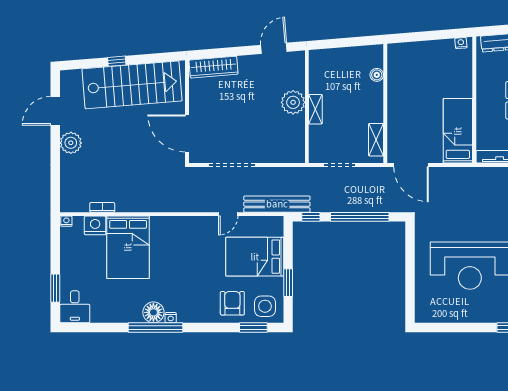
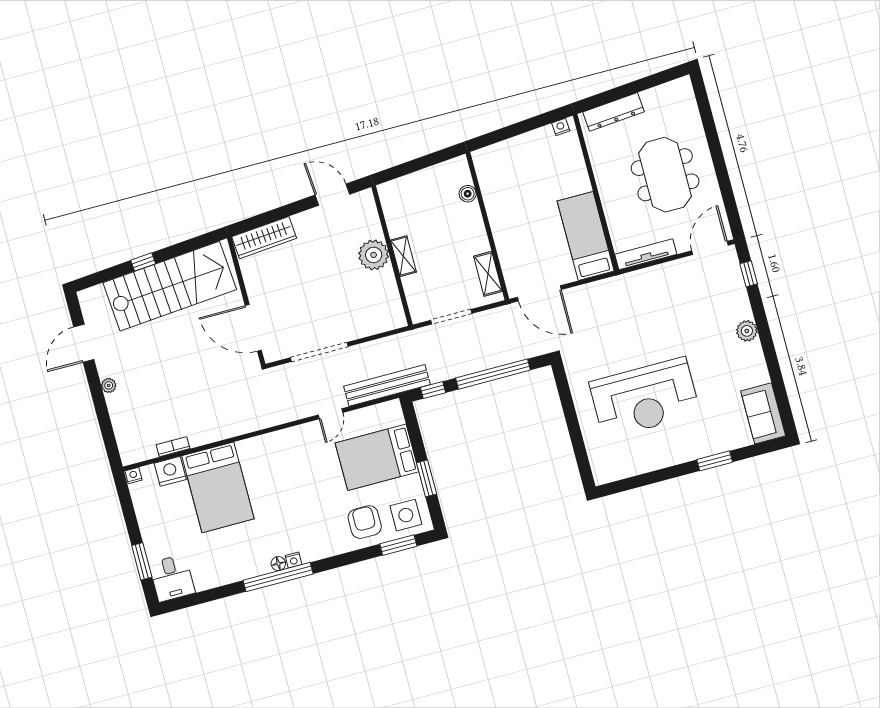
door: (274, 48) -> (332, 195), hinge flipped
plant: (71, 143) -> (109, 385), width x0.53, depth x0.53
floor lamp: (153, 312) -> (278, 564), width x0.53, depth x0.53

